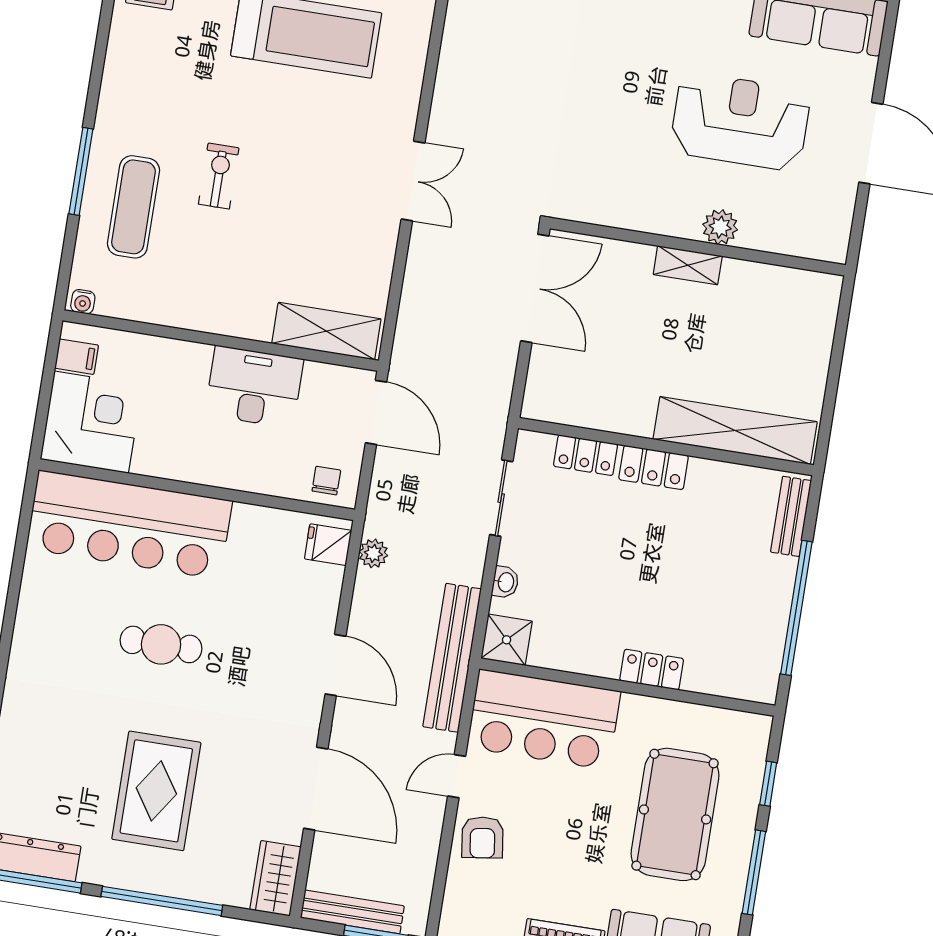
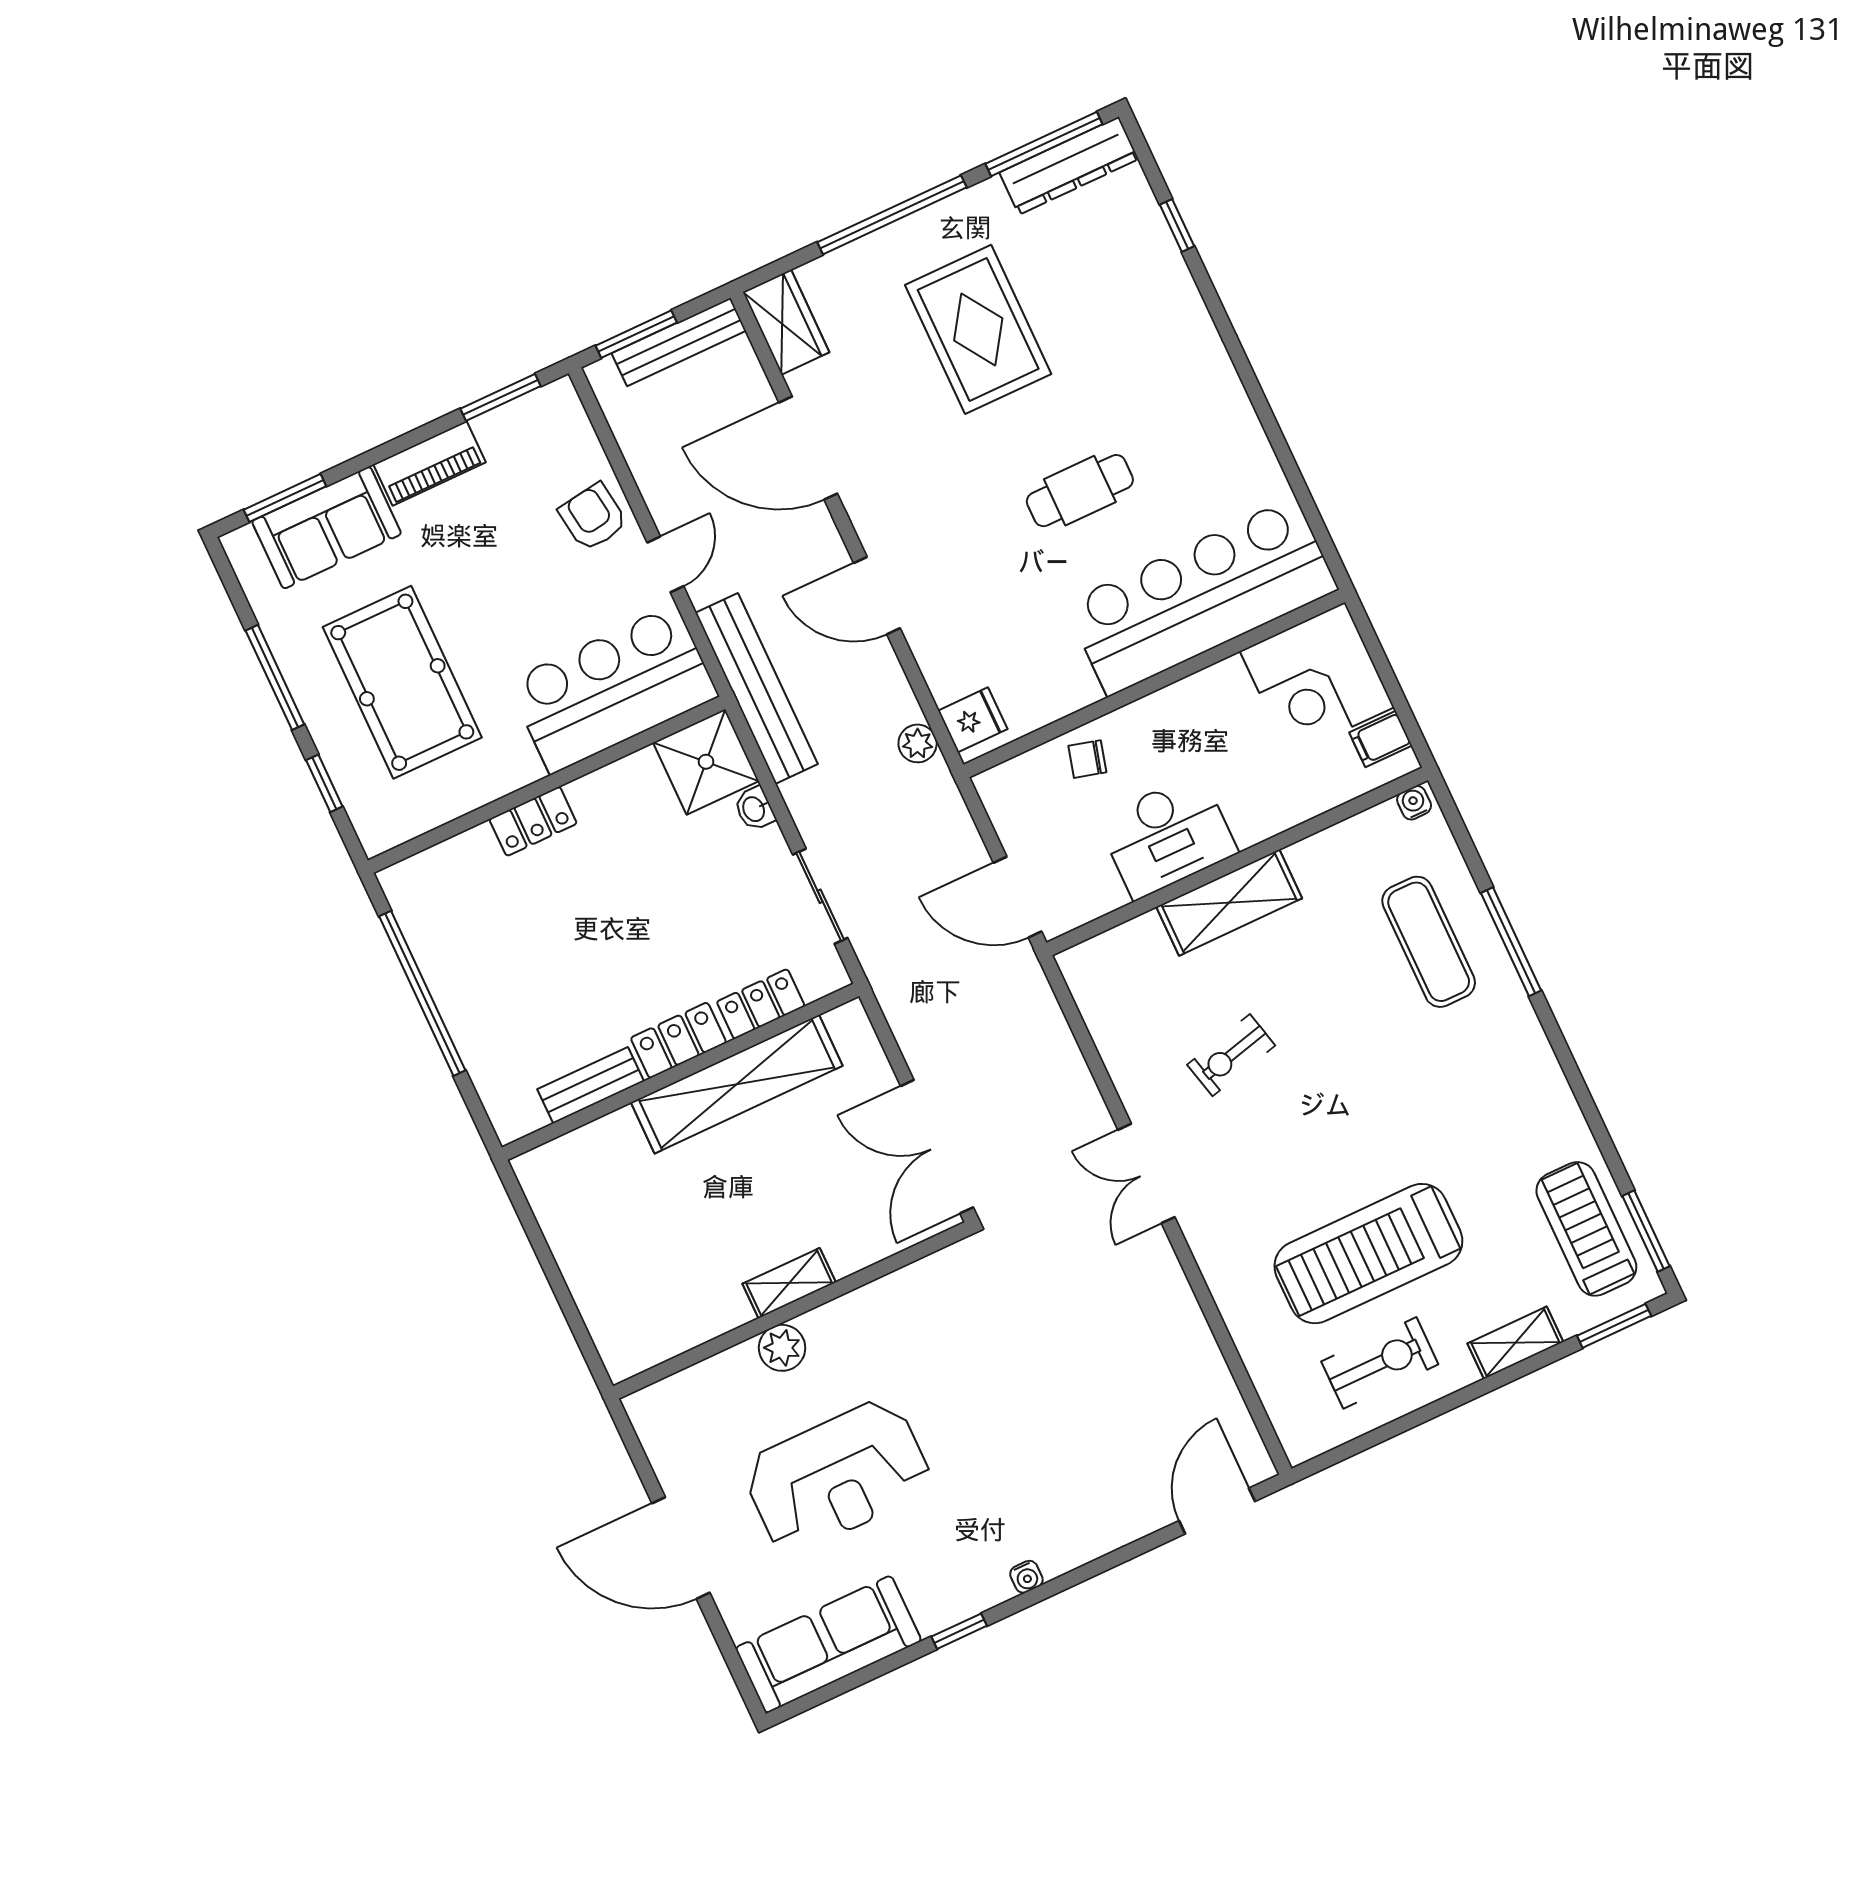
exercise bike: (219, 176) -> (1231, 1055), moved, turned 76
shelving: (326, 331) -> (1229, 903), moved
shelving: (735, 430) -> (737, 1084), moved
chair: (326, 481) -> (1087, 759), moved, turned 105
bench: (791, 516) -> (591, 1085), moved, turned 90
shower: (507, 640) -> (706, 762), width x1.36, depth x1.36

